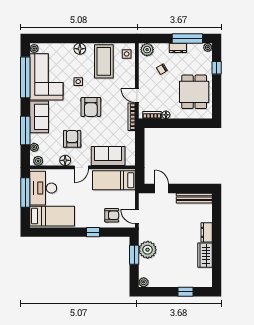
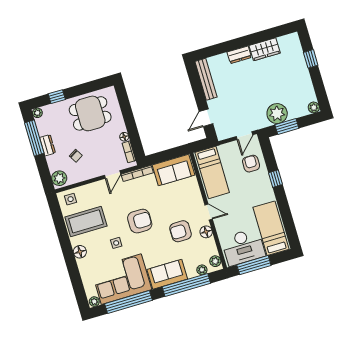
window: (25, 130) -> (186, 285), width x1.46
sofa: (108, 156) -> (174, 170), moved, turned -90

